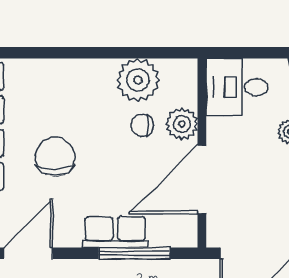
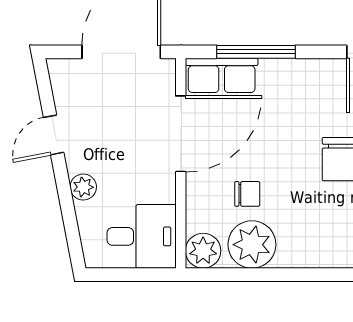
plant: (182, 124) -> (203, 251), moved
row of seats: (115, 232) -> (222, 75), moved

